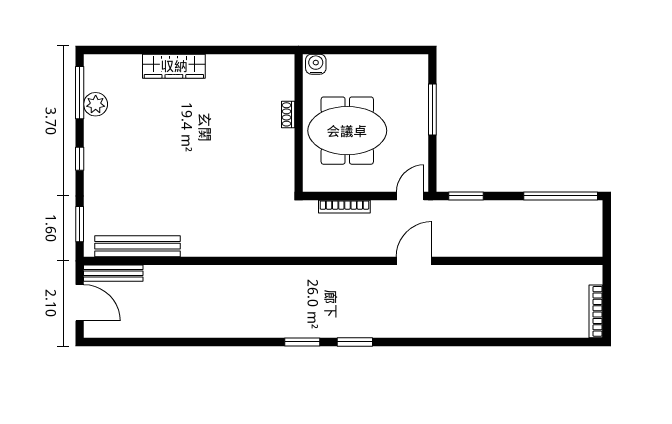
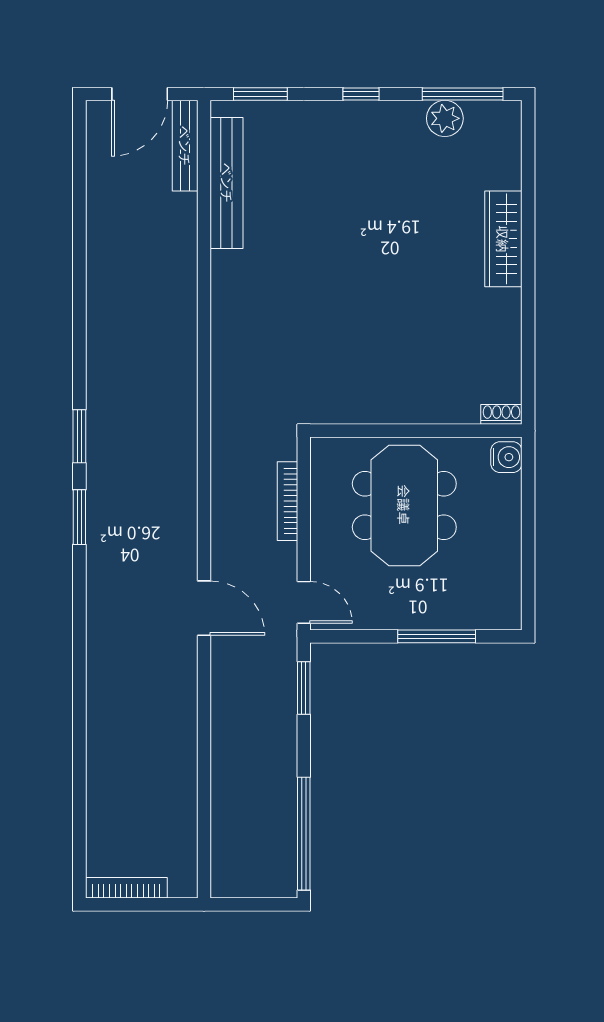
shoe rack: (288, 114) -> (501, 414), moved

